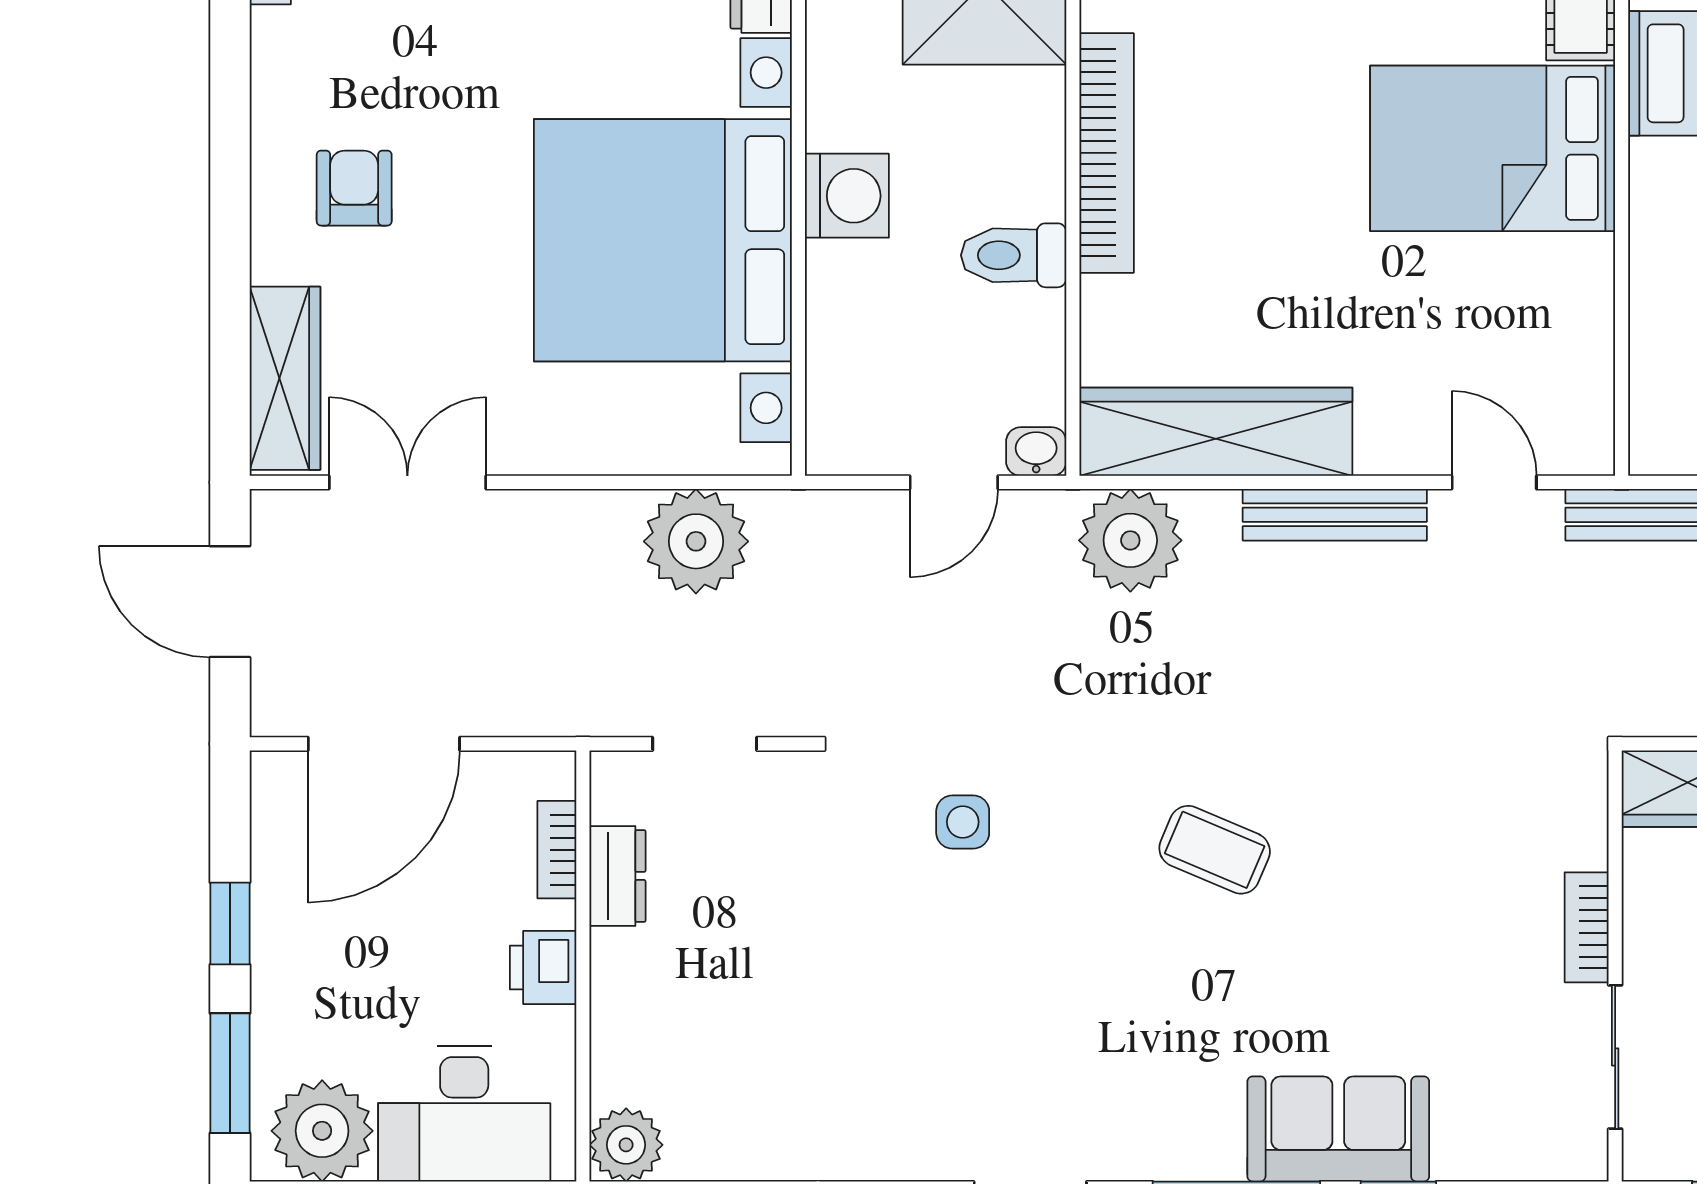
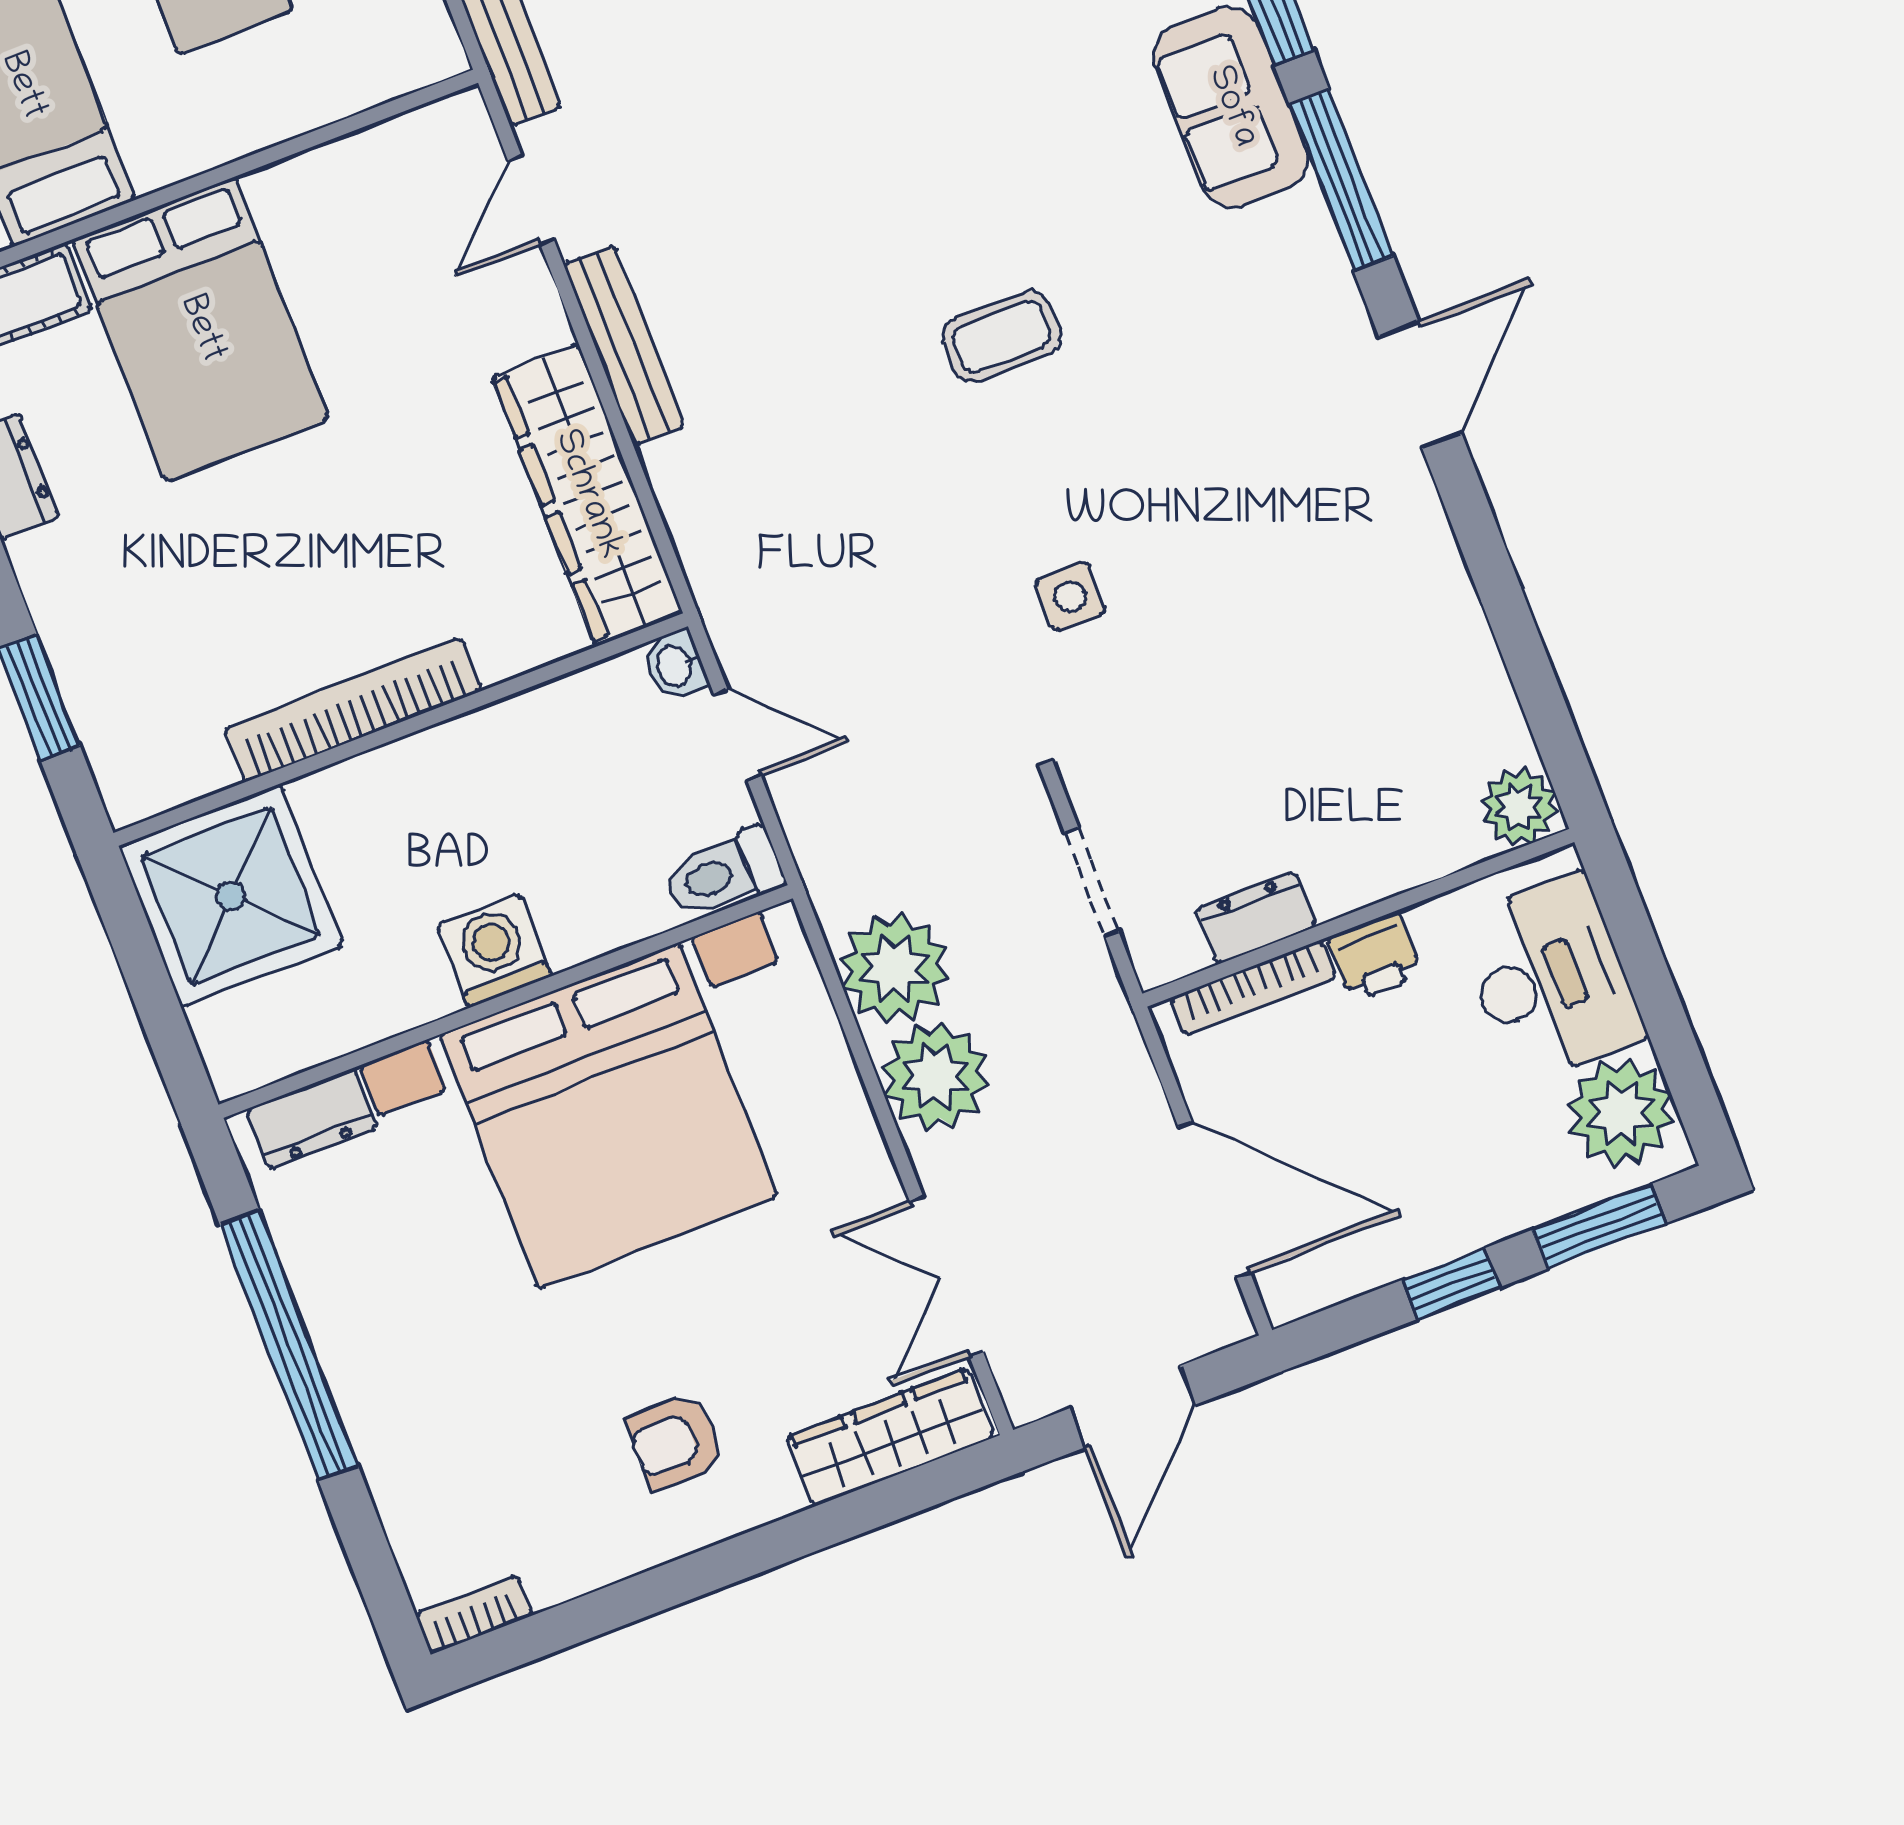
toilet: (1014, 255) -> (723, 874), moved, turned 90
plant: (1130, 540) -> (935, 1076), moved
bookcase: (557, 850) -> (1253, 988), width x1.56
coffee table: (1215, 850) -> (1002, 336), turned 67

